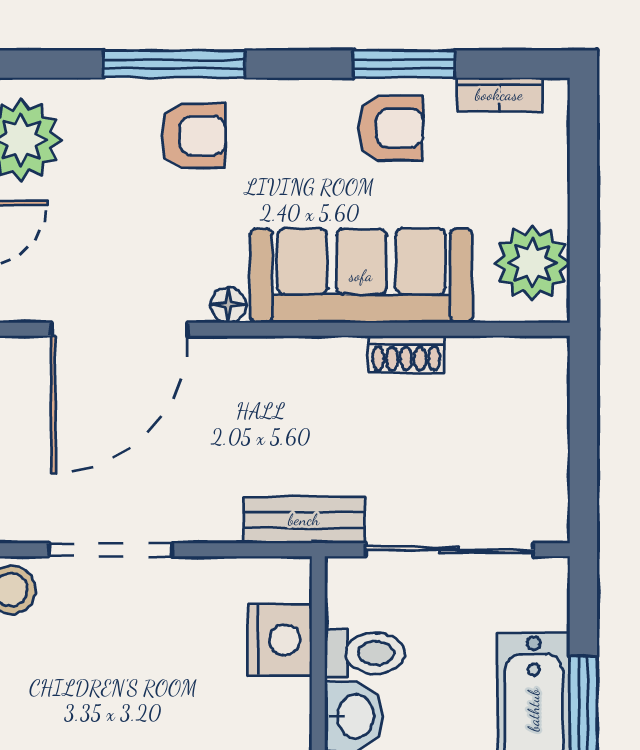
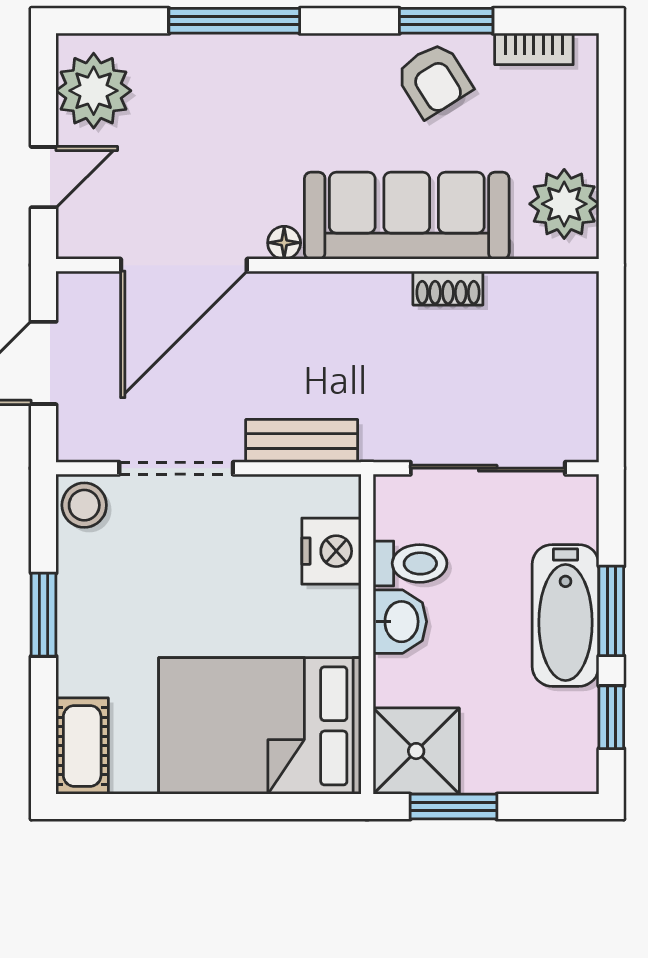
armchair: (391, 128) -> (434, 80), turned 58
armchair: (193, 136) -> (252, 87), removed
bench: (304, 520) -> (302, 441), moved

